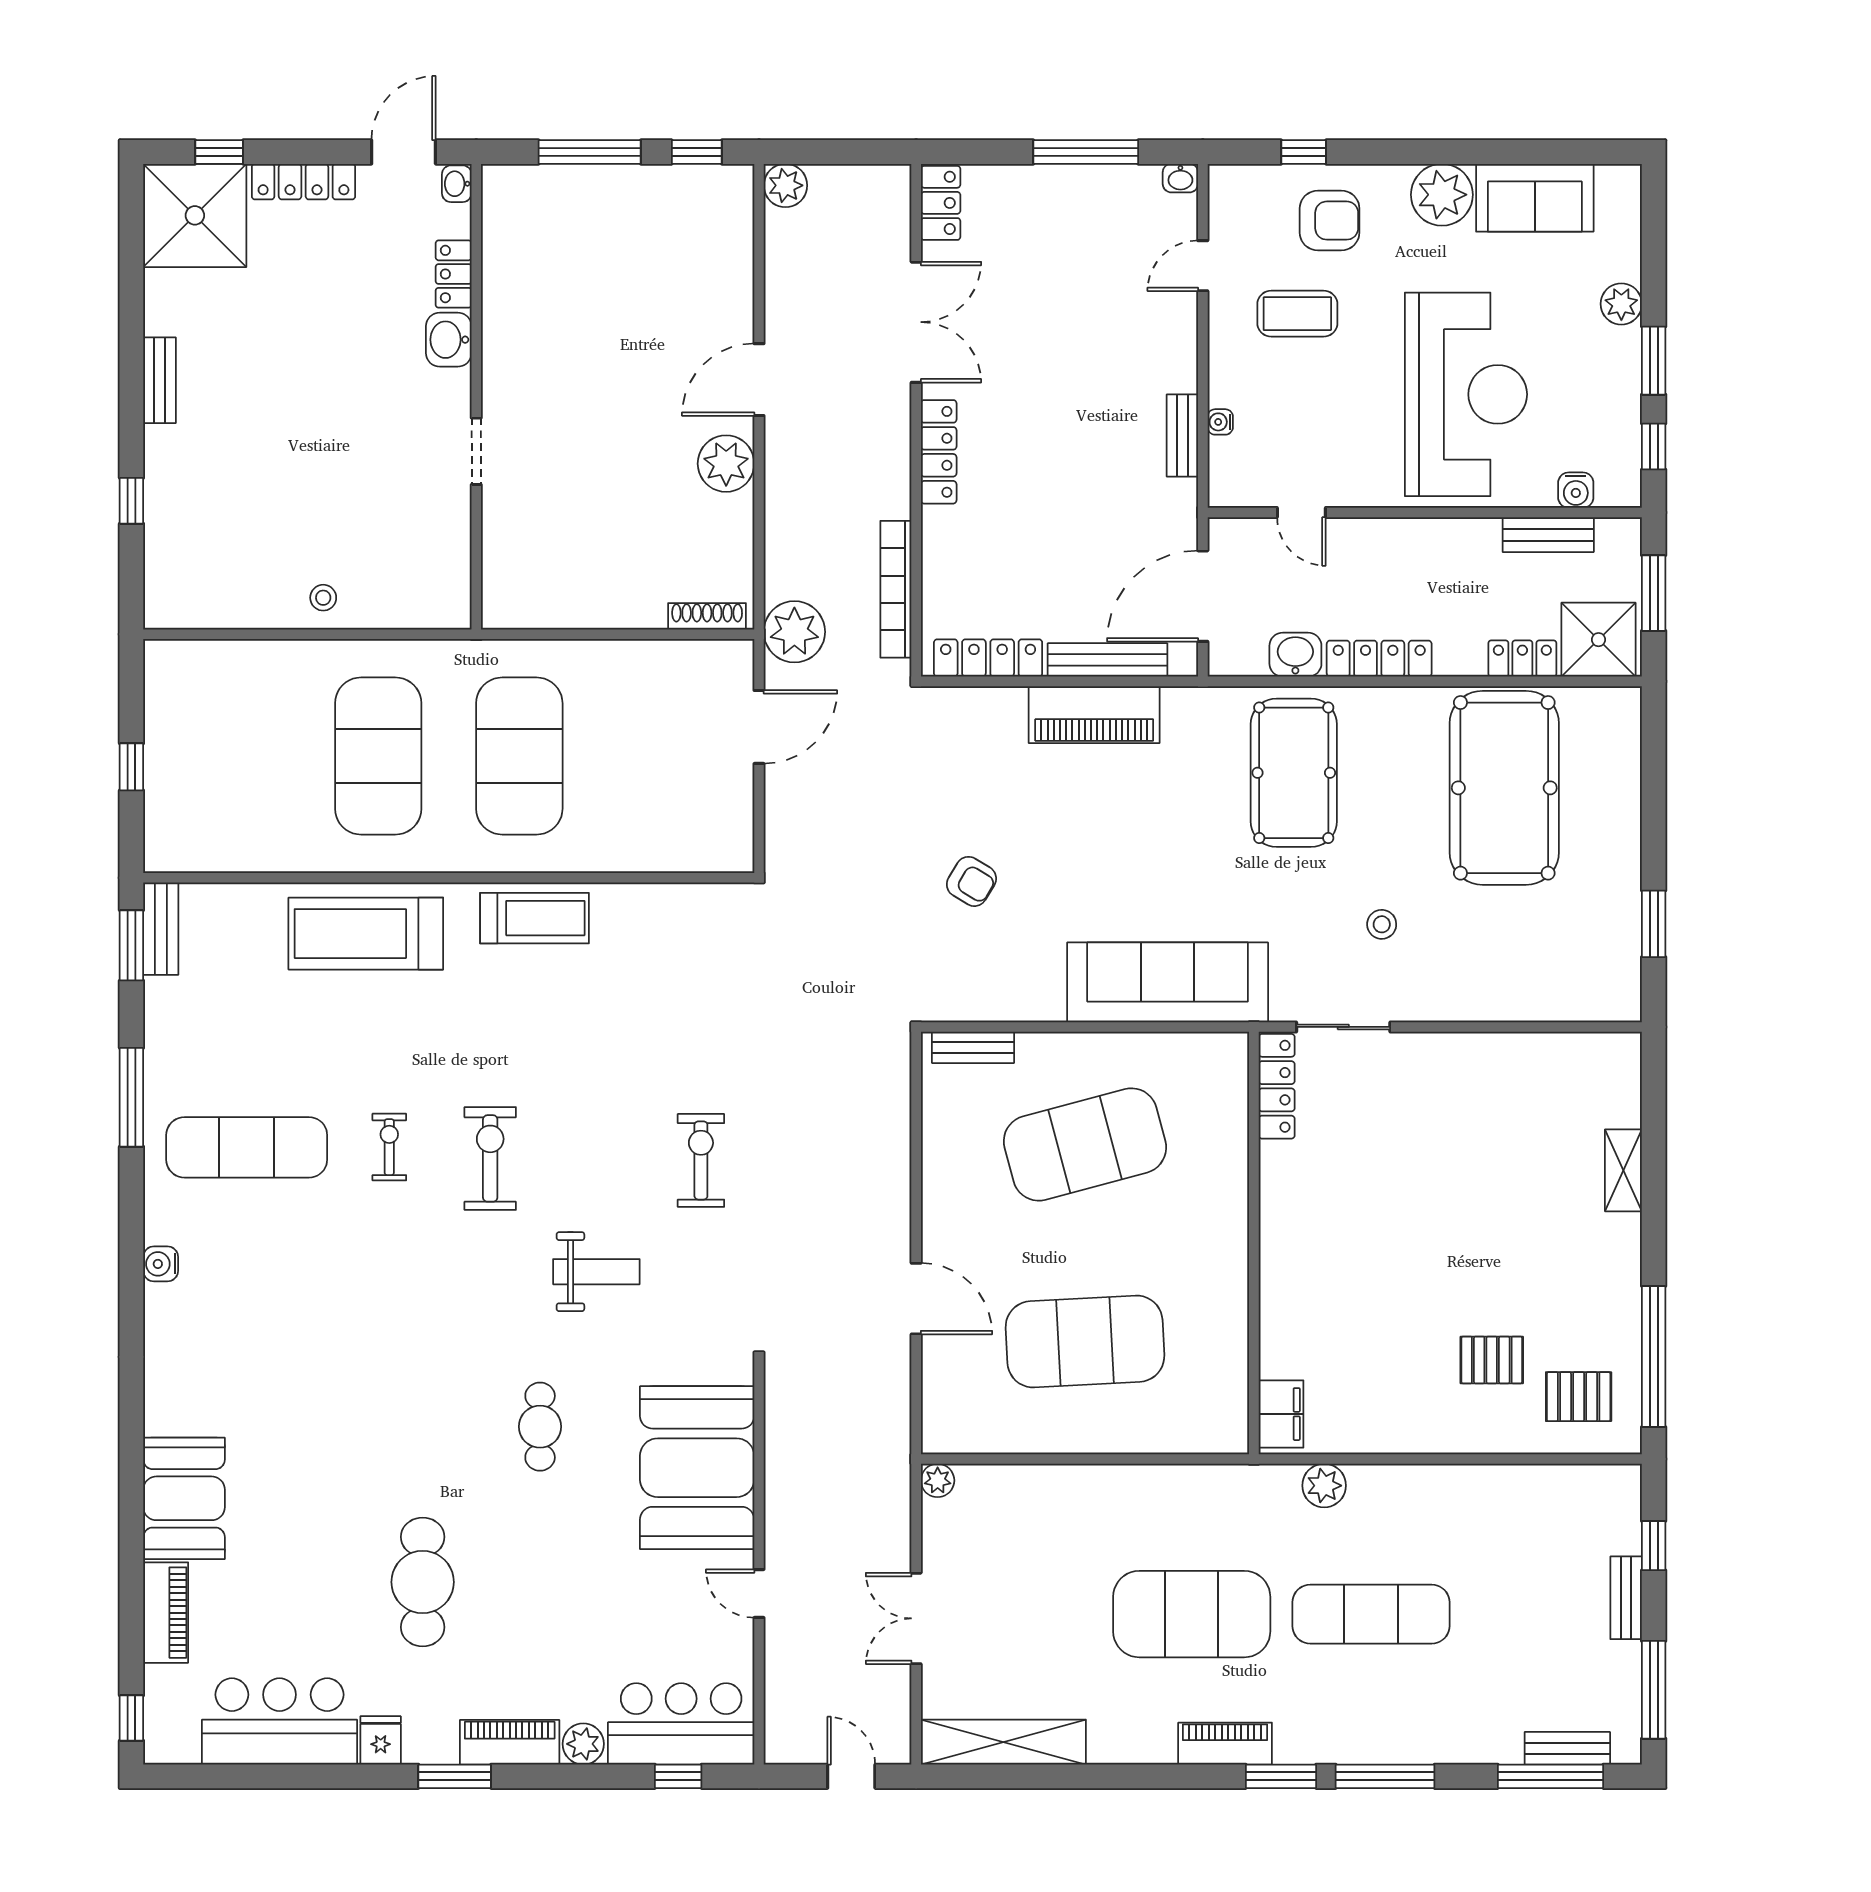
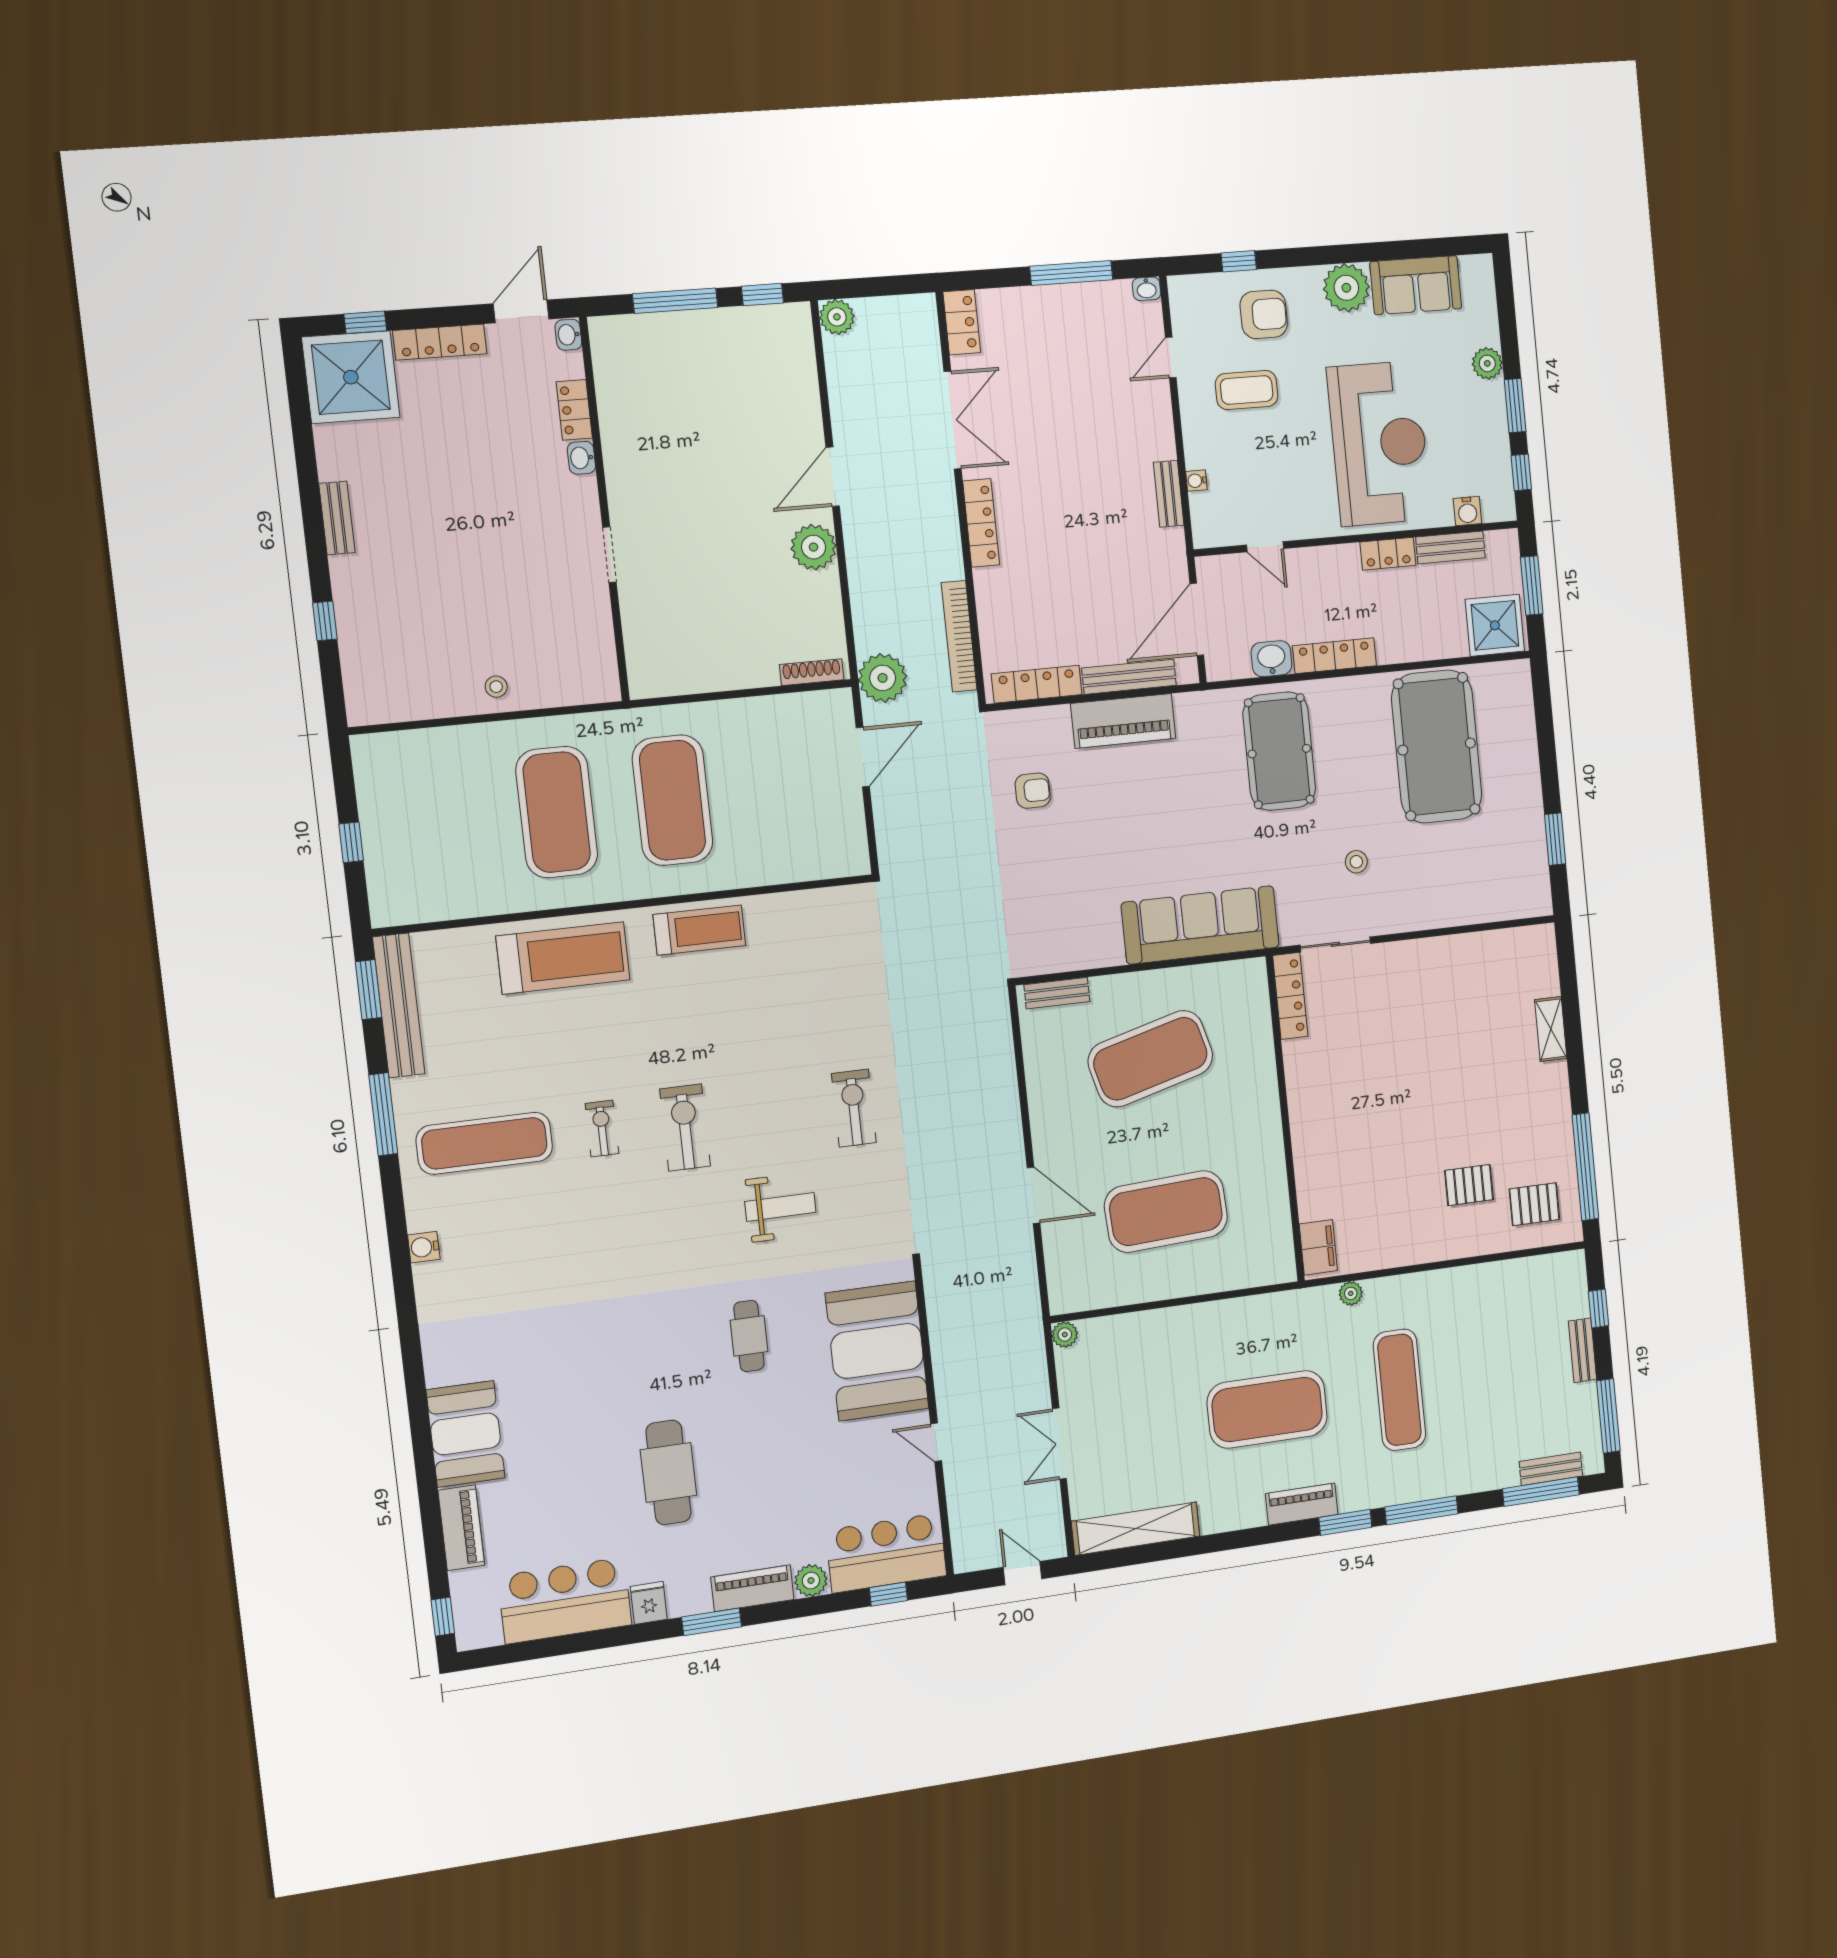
washbasin: (449, 340) -> (581, 458), width x0.72, depth x0.69
locker: (1522, 659) -> (1388, 554), moved, turned 180
armchair: (971, 881) -> (1033, 791), moved, turned -31
bench: (161, 929) -> (399, 1005), width x1.86, depth x1.21
treadmill: (366, 934) -> (563, 958), turned 180
plant: (1324, 1486) -> (1351, 1293), width x0.73, depth x0.73
exercise mat: (1371, 1614) -> (1399, 1390), turned 90

